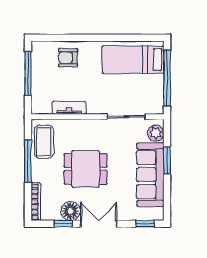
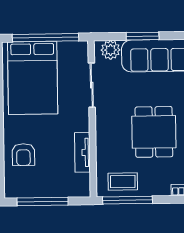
bed: (133, 60) -> (33, 78), width x1.50
coffee table: (44, 142) -> (123, 182), width x0.73, depth x0.77
window: (28, 161) -> (128, 200), moved

